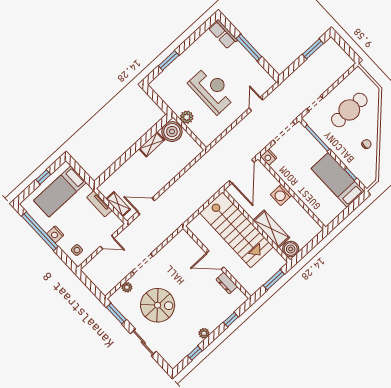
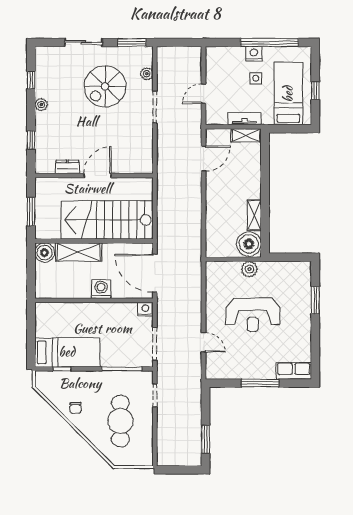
shelving: (118, 204) -> (246, 135), moved
side table: (77, 250) -> (256, 78), moved

